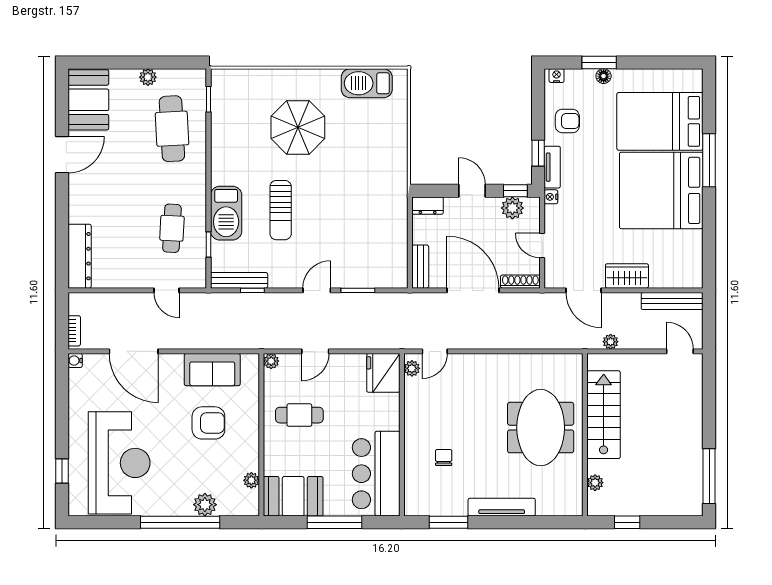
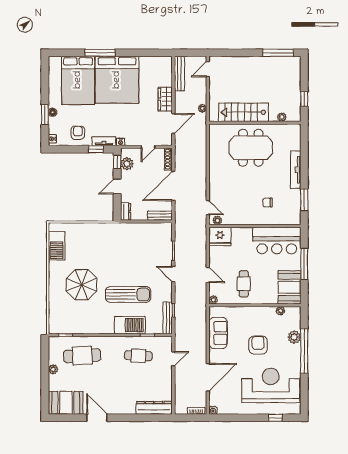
sun lounger: (281, 210) -> (128, 294), width x1.36, depth x1.34
armchair: (208, 423) -> (258, 345), moved

